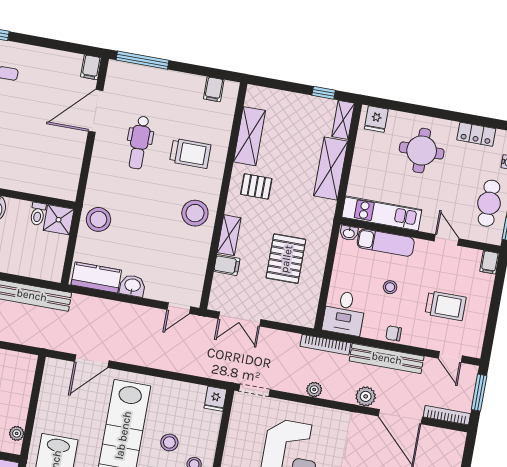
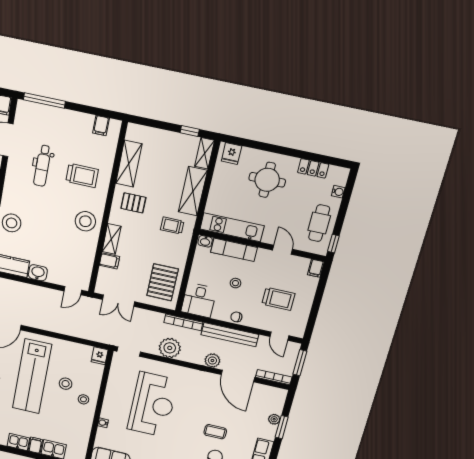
trolley: (306, 214) -> (172, 226), added
pallet: (286, 259) -> (163, 282), moved
plant: (314, 390) -> (170, 348), width x1.88, depth x1.88

